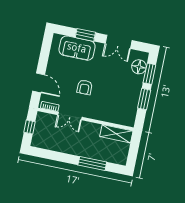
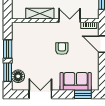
window: (85, 35) -> (83, 94), moved
shelving: (116, 134) -> (40, 14), moved

